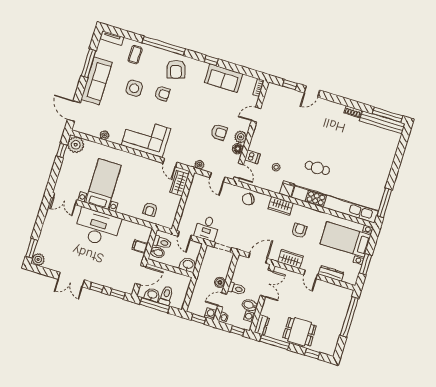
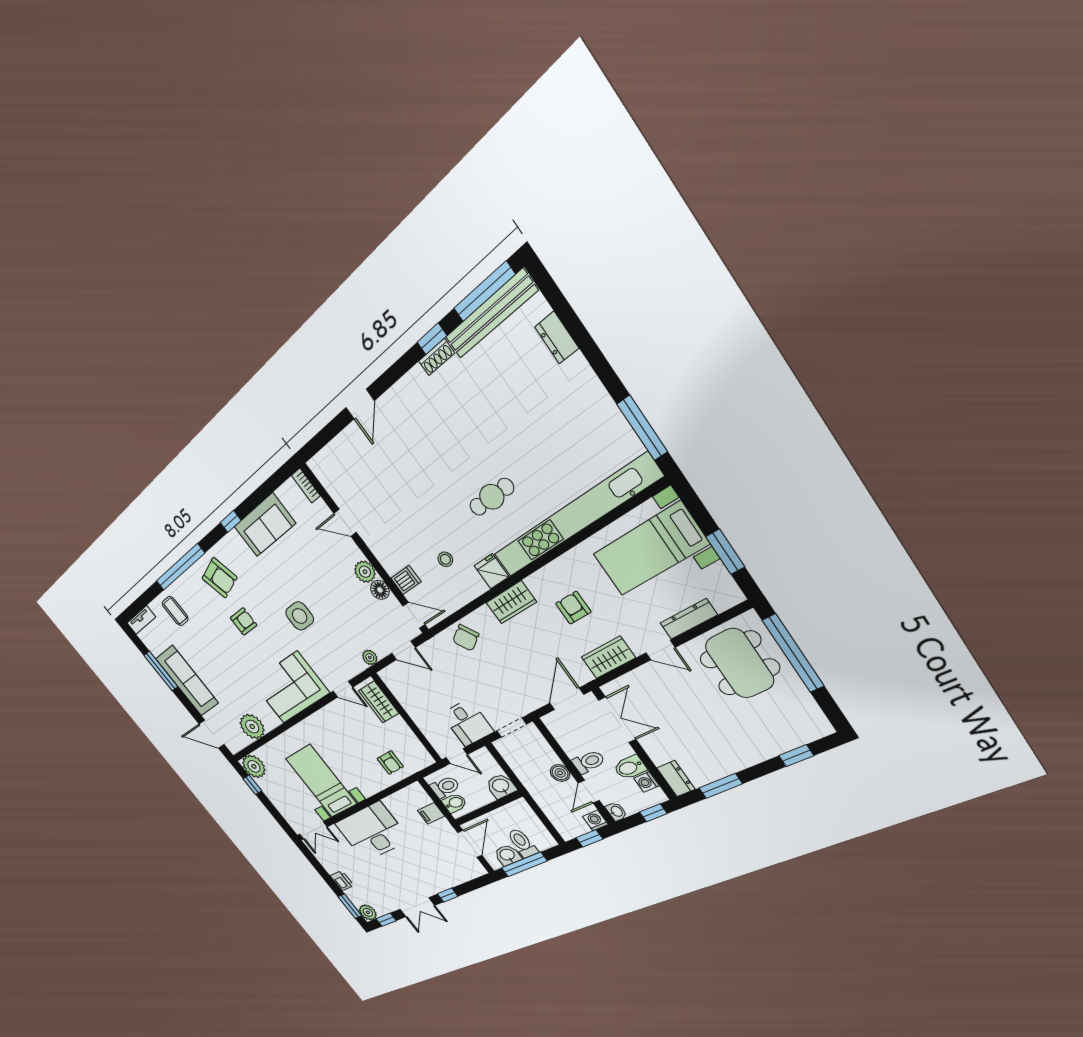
window: (290, 85) -> (432, 339), moved
side table: (134, 88) -> (300, 616), moved
door: (256, 115) -> (345, 523), hinge flipped
armchair: (219, 132) -> (340, 595), removed
plant: (104, 135) -> (252, 727), width x1.87, depth x1.87
dresser: (391, 151) -> (557, 338), added
printer: (46, 233) -> (342, 881), added
window: (118, 294) -> (386, 920), moved
dining table: (300, 332) -> (740, 663), moved, width x1.38
window: (275, 342) -> (721, 786), width x0.69

